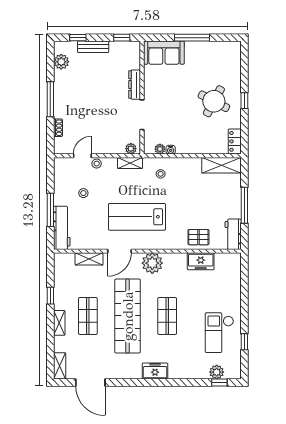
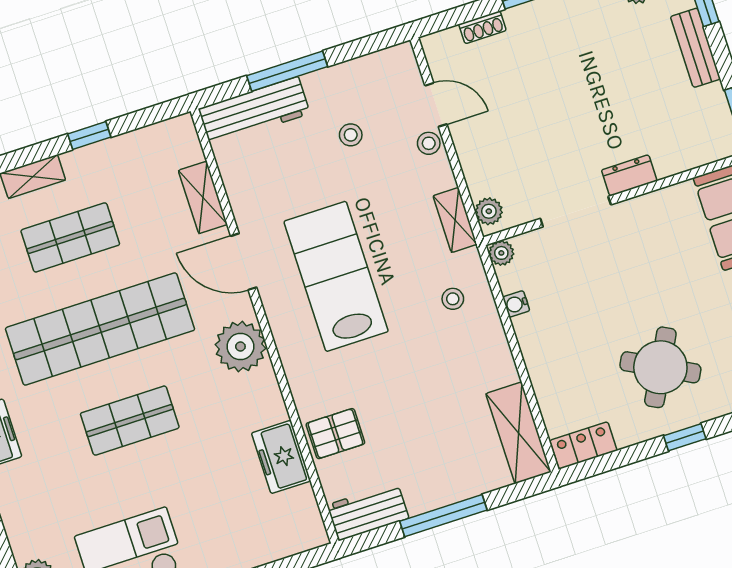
dresser: (135, 85) -> (629, 175), width x0.70
plant: (160, 149) -> (501, 253), moved
pallet: (198, 237) -> (335, 434), turned 90

